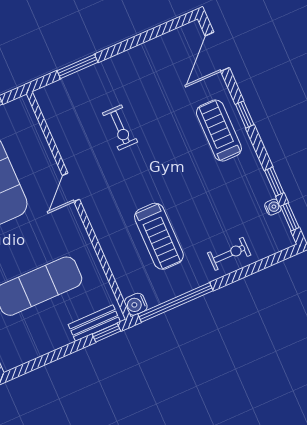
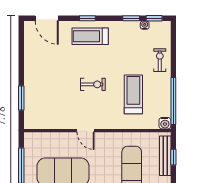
exercise bike: (120, 127) -> (93, 84), moved
treadmill: (159, 236) -> (133, 94), turned -90
bench: (94, 323) -> (165, 156), width x1.36
window: (106, 333) -> (173, 157), moved

